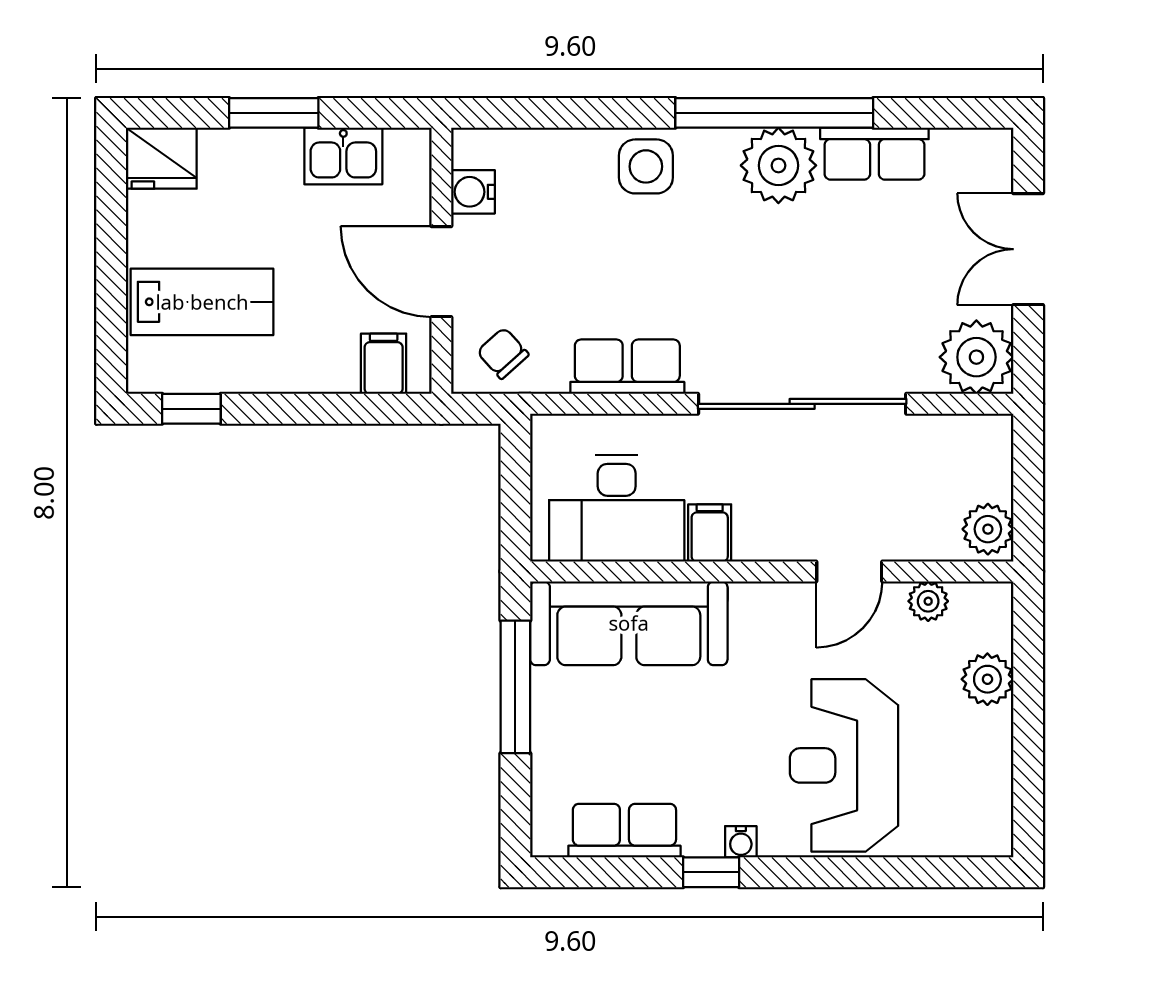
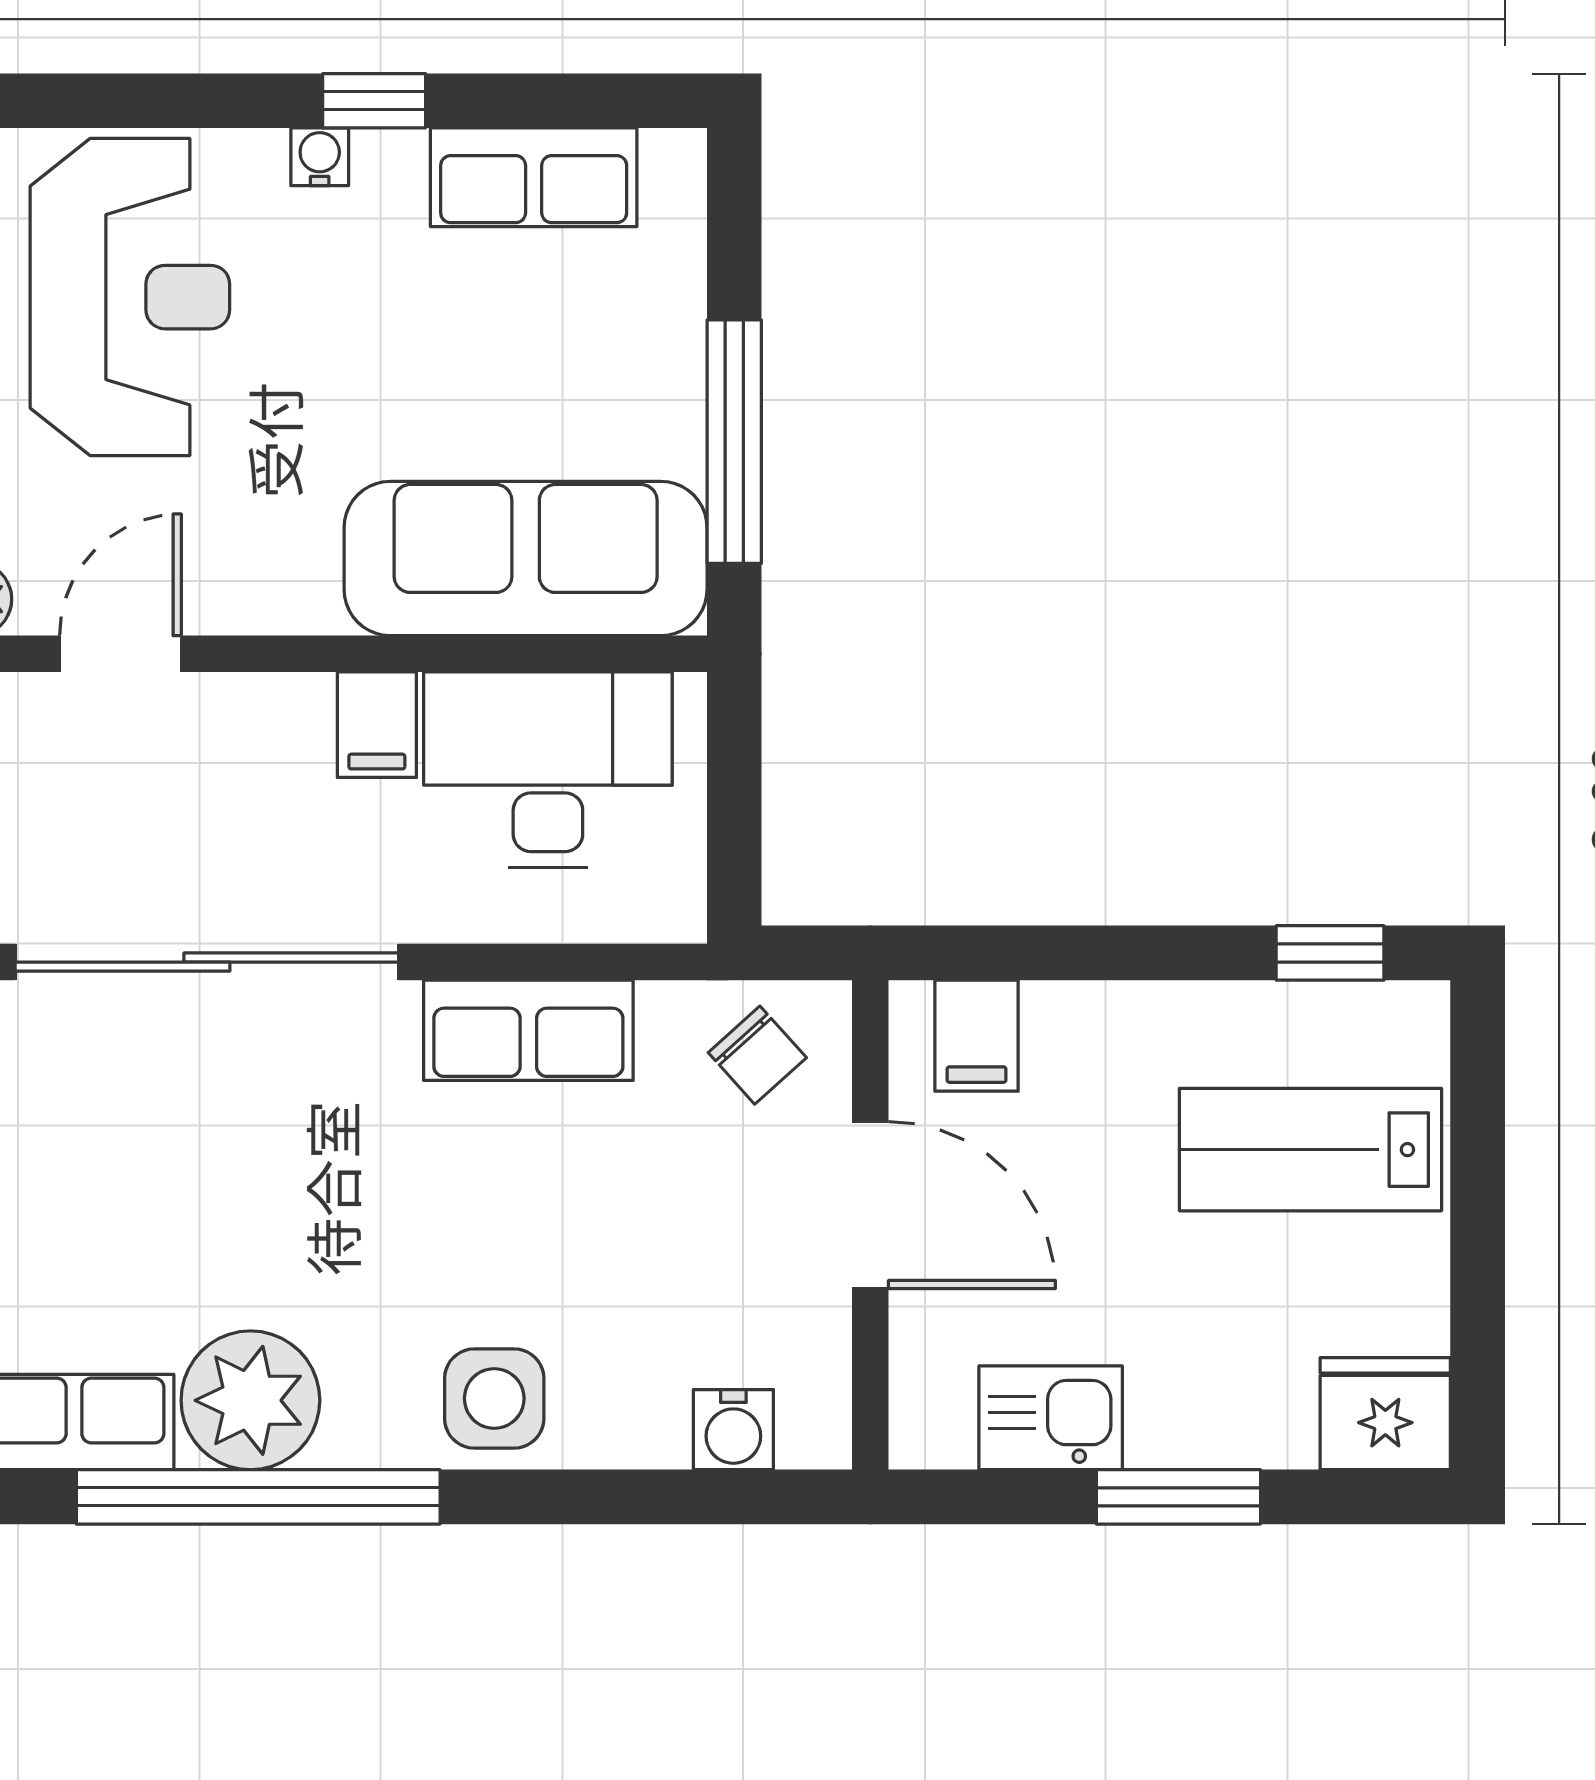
water cooler: (473, 192) -> (733, 1430), moved, turned 90

